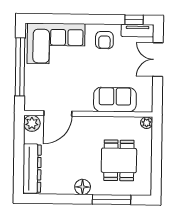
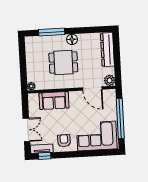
door: (58, 113) -> (92, 88), swing flipped
dining table: (119, 160) -> (63, 62), moved, turned 90

